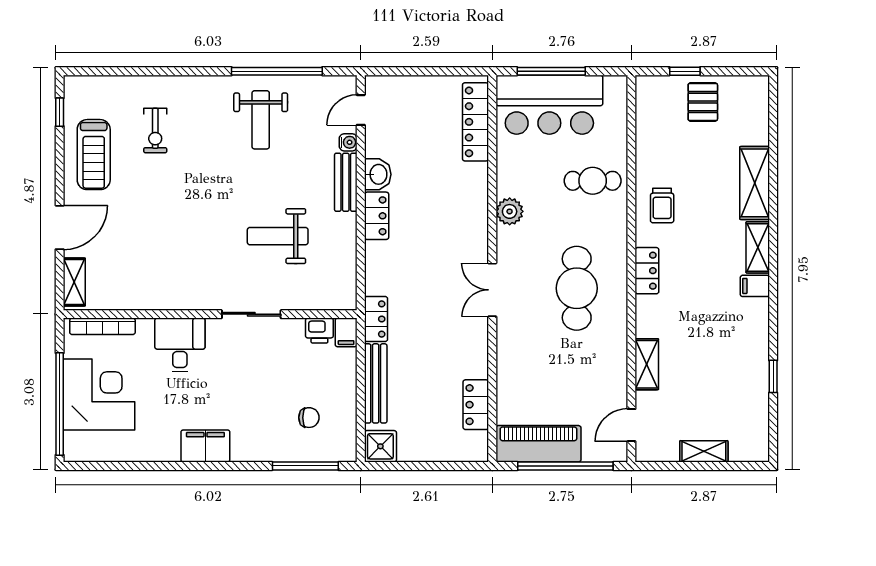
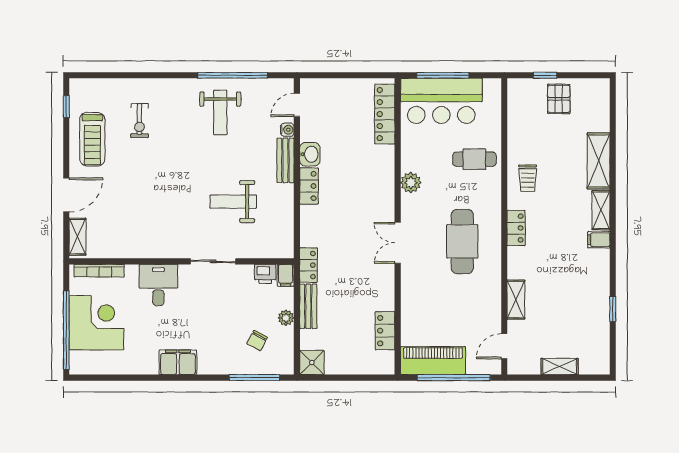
bench: (376, 383) -> (308, 306), width x0.73
plant: (346, 388) -> (286, 318), added
chair: (309, 418) -> (257, 341), turned 118

